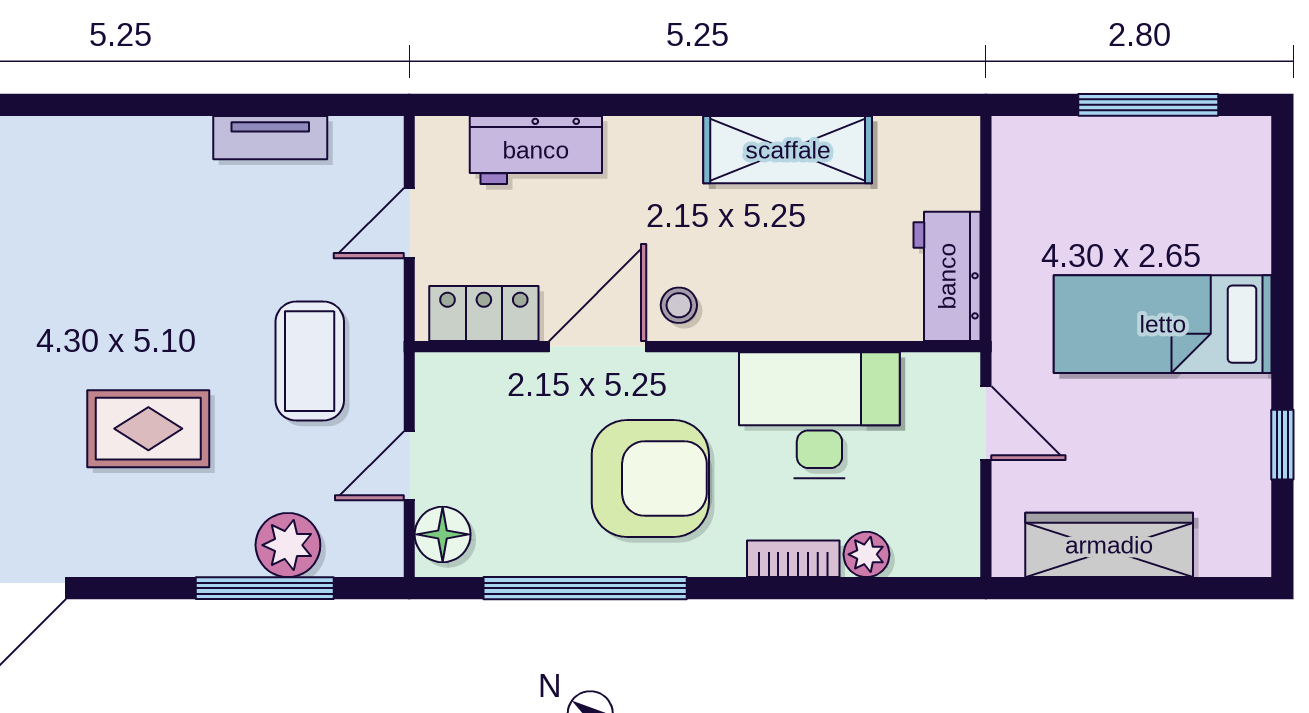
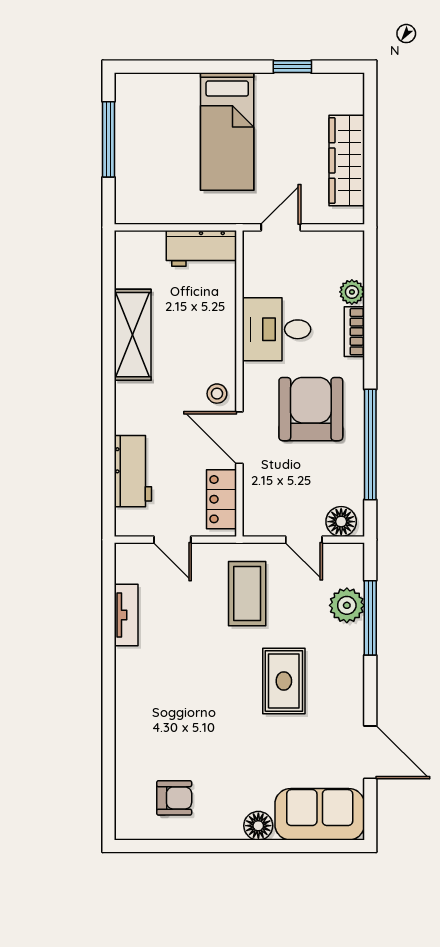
coffee table: (310, 361) -> (247, 594), turned 90
desk: (819, 415) -> (276, 329), width x0.73

